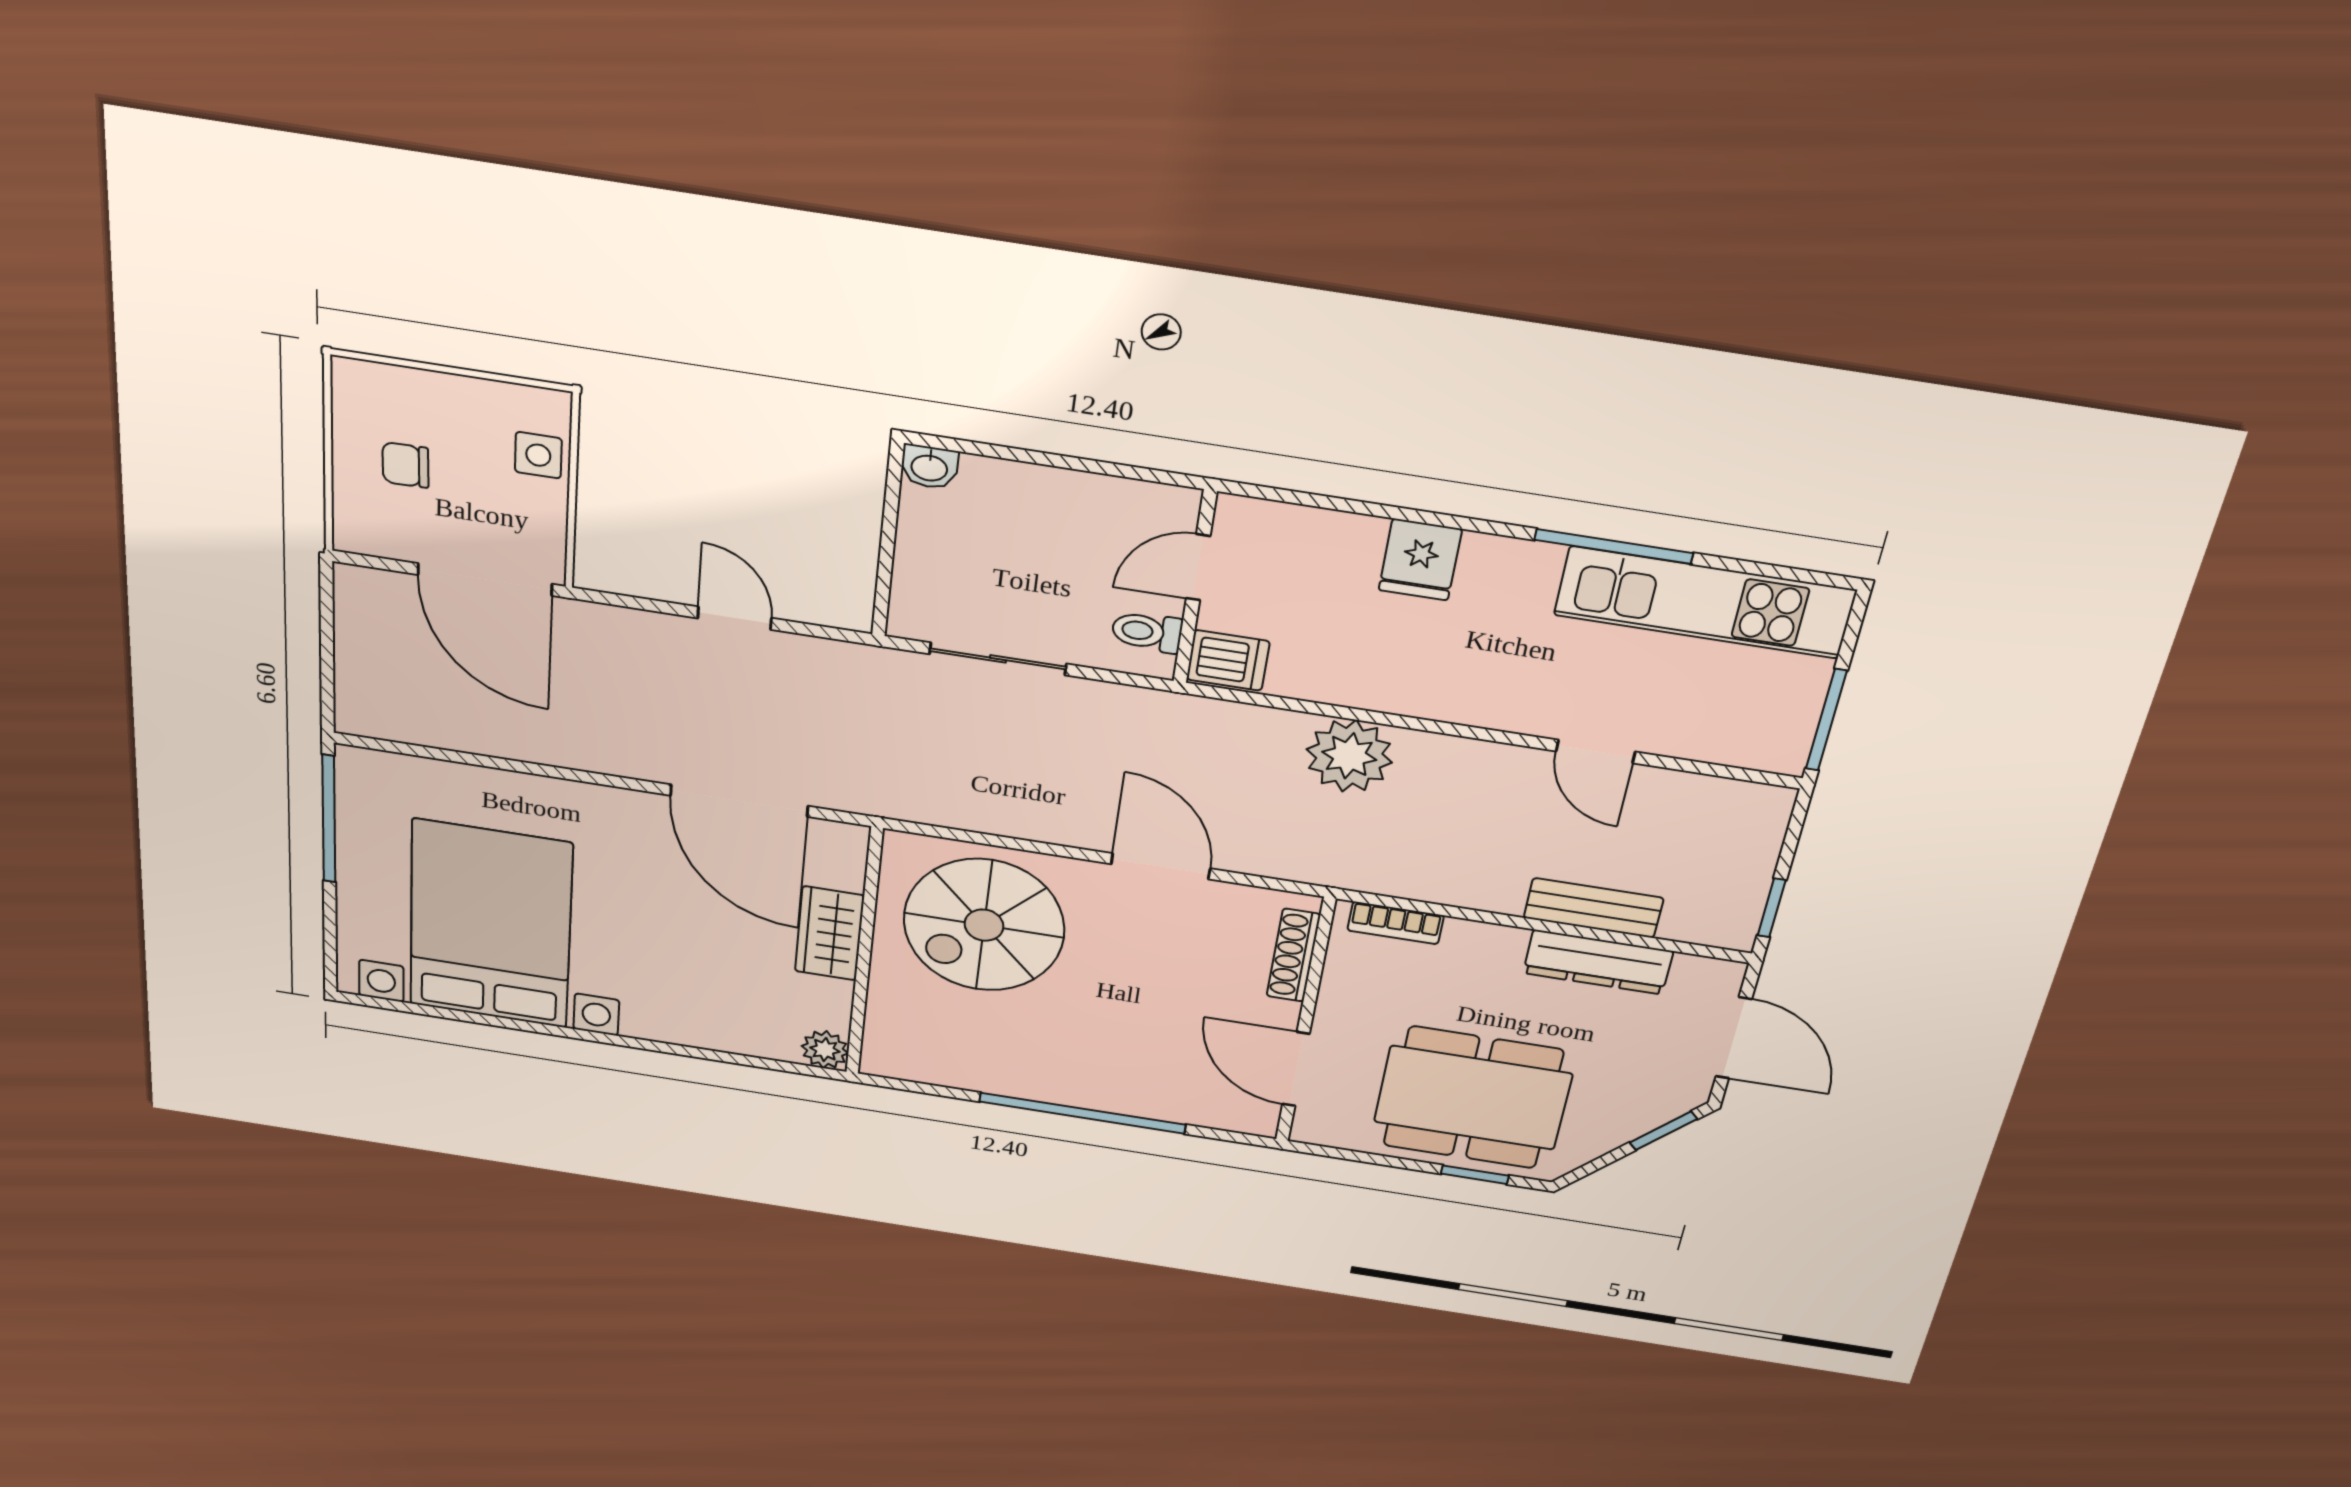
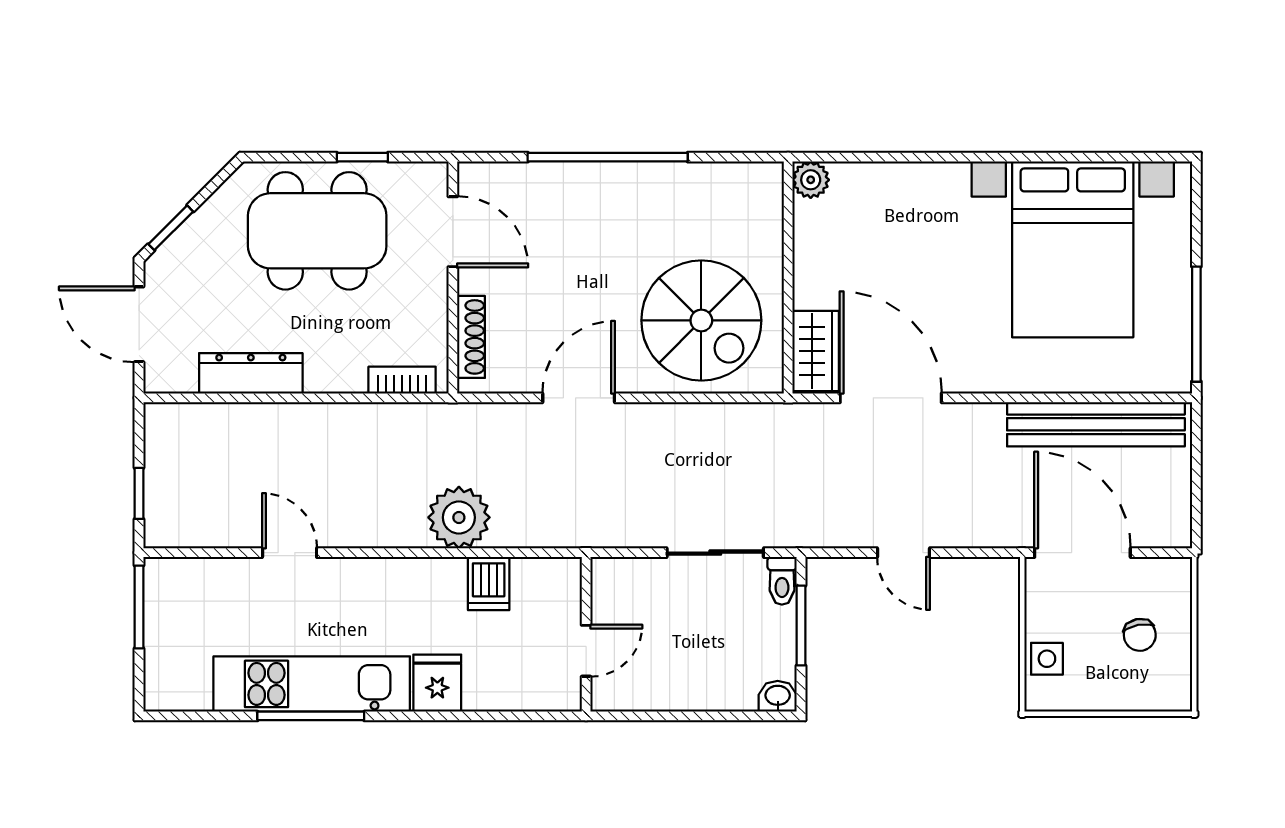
chair: (405, 465) -> (1140, 635), turned 80
window: (887, 551) -> (801, 626), added
kitchen unit: (1705, 602) -> (312, 684), moved
toilet: (1147, 632) -> (782, 581), moved, turned 90
dishwasher: (1228, 660) -> (489, 584), moved, turned -90
door: (1161, 866) -> (579, 398), swing flipped
bench: (1593, 908) -> (1096, 424), moved, width x1.86, depth x1.21
window: (1772, 908) -> (139, 493), moved
spiral stairs: (984, 925) -> (701, 320), turned 90
wardrobe: (829, 933) -> (816, 351), moved
window: (1475, 1175) -> (362, 157), moved

